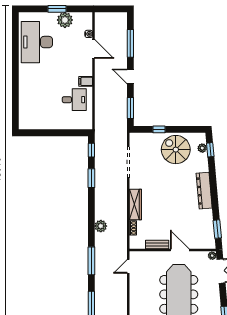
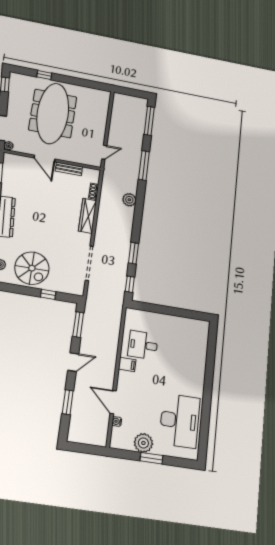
window: (130, 43) -> (68, 402), width x0.69
door: (130, 76) -> (73, 362), hinge flipped

